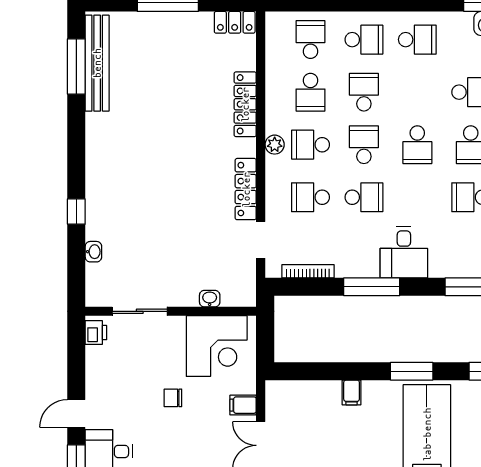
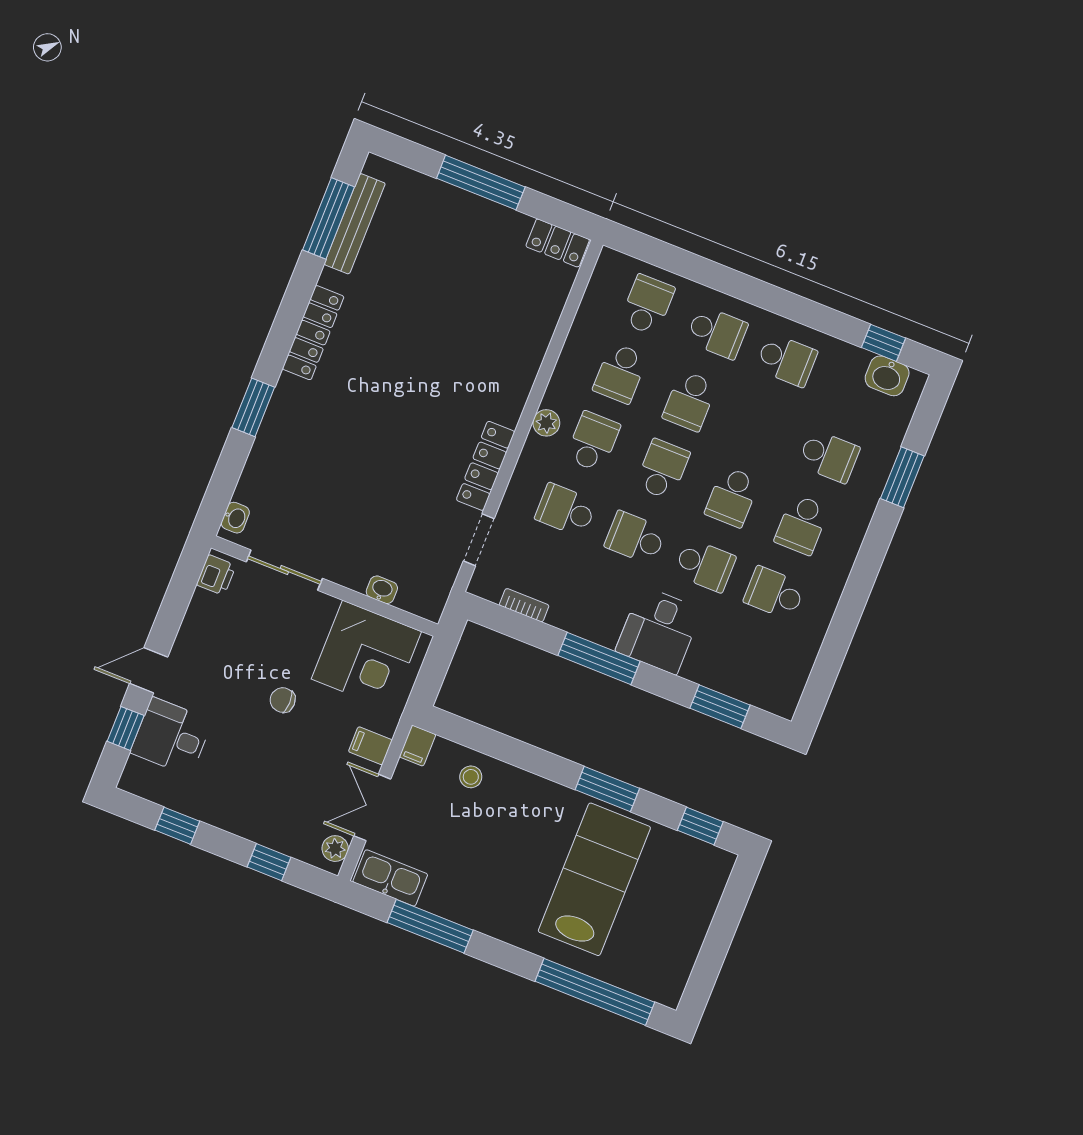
bench: (97, 63) -> (355, 224), width x0.73, depth x0.82
school desk: (364, 92) -> (690, 401), turned 180
locker: (245, 104) -> (313, 333), moved, turned 180
school desk: (310, 145) -> (593, 442), turned 90
school desk: (364, 197) -> (635, 538), turned 180
school desk: (417, 197) -> (705, 565), added
window: (76, 212) -> (253, 407), width x1.50
washbasin: (93, 252) -> (235, 518), moved
bookcase: (308, 271) -> (524, 605), width x0.64
filing cabinet: (352, 393) -> (418, 746), moved
stool: (318, 399) -> (471, 777), added

